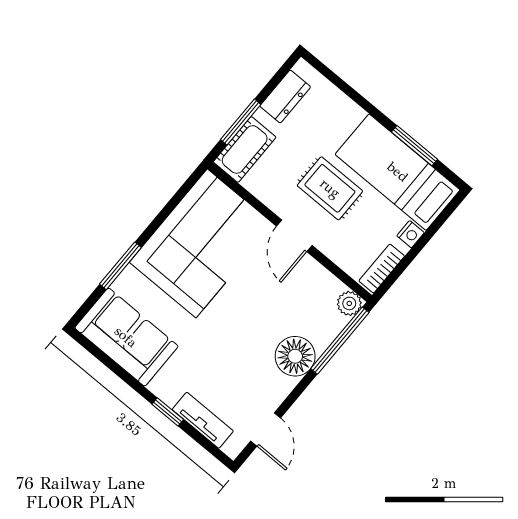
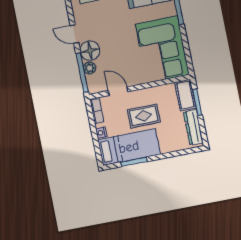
dresser: (285, 97) -> (193, 127), width x1.44
door: (294, 236) -> (118, 91), moved
plant: (349, 303) -> (90, 68), moved
door: (266, 429) -> (75, 34), moved

